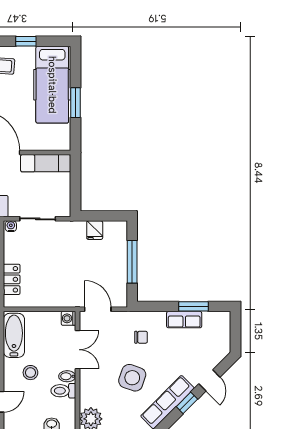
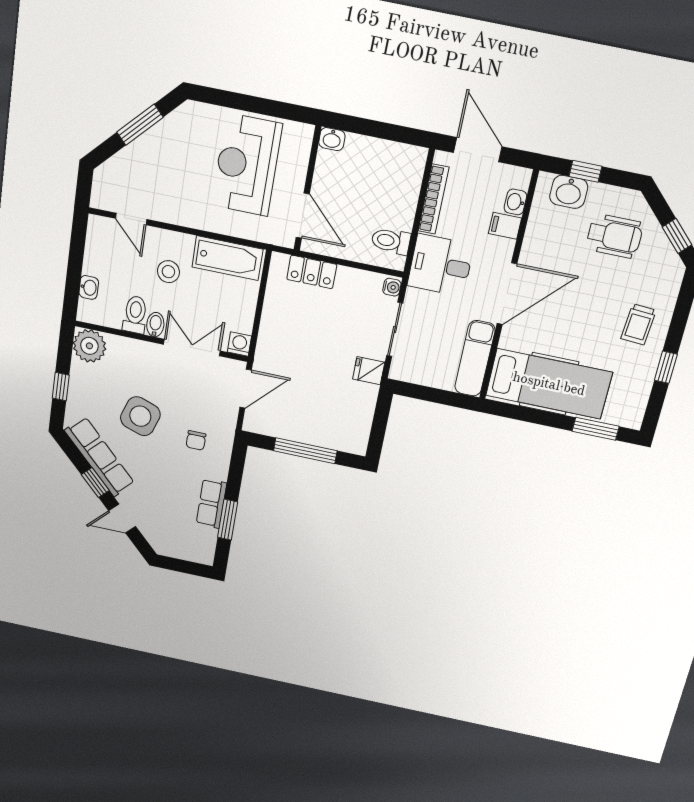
hospital bed: (52, 85) -> (549, 384), moved, turned 180
window: (76, 103) -> (596, 429), moved
fridge: (95, 230) -> (369, 371), moved
double door: (77, 350) -> (192, 348), swing flipped

